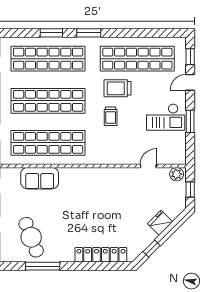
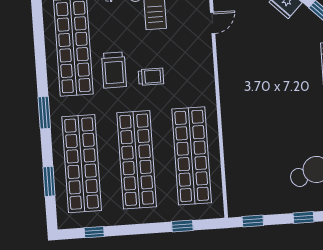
window: (51, 33) -> (49, 181), moved
door: (148, 166) -> (213, 23), swing flipped
sofa: (40, 178) -> (238, 164), removed

